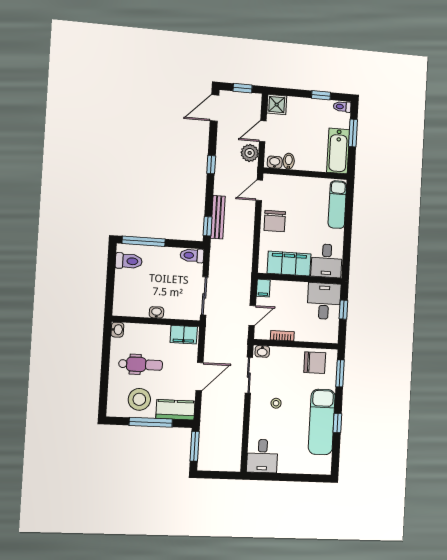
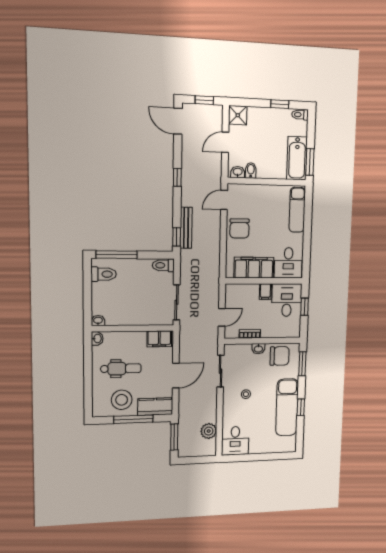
door: (214, 108) -> (178, 121), hinge flipped
window: (353, 133) -> (310, 162), moved
plant: (250, 153) -> (209, 431), moved
filing cabinet: (263, 288) -> (265, 292), moved
washbasin: (156, 312) -> (98, 321), moved
washbasin: (262, 351) -> (258, 349), moved

